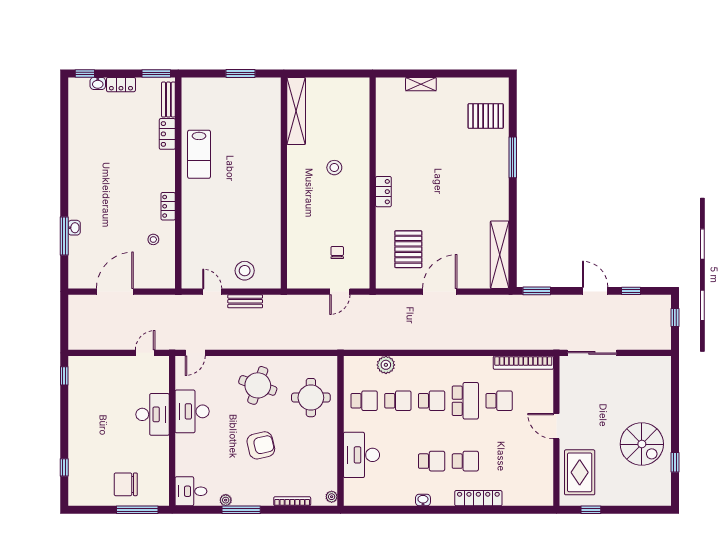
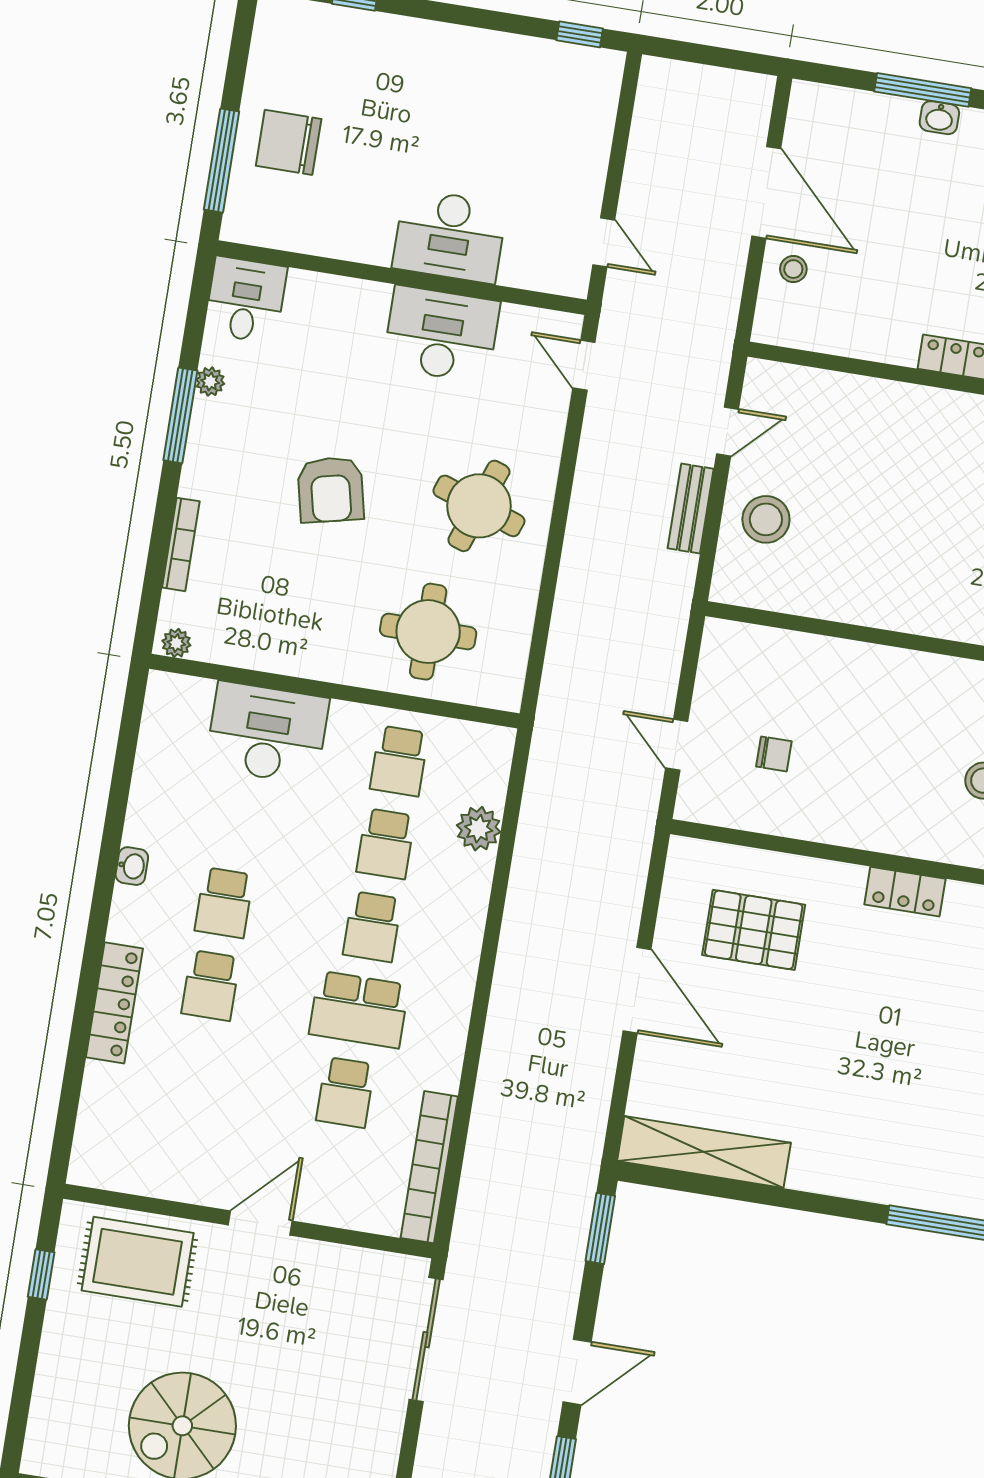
stool: (153, 239) -> (793, 269), moved
chair: (126, 484) -> (289, 142), turned -90

